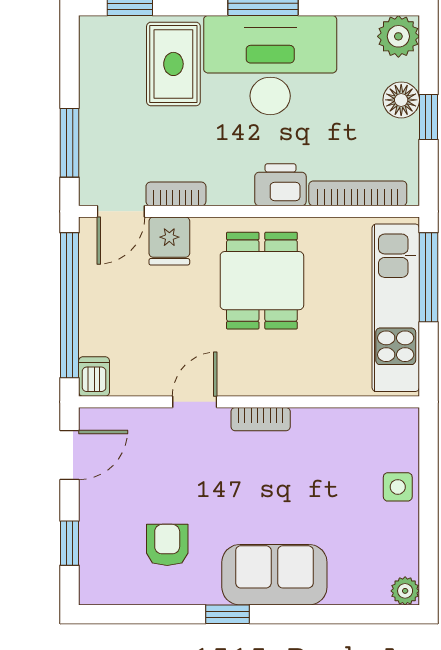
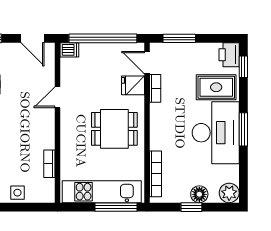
printer: (280, 185) -> (229, 55), moved, turned 180
door: (195, 402) -> (57, 97), swing flipped
bookcase: (261, 419) -> (49, 164), moved

